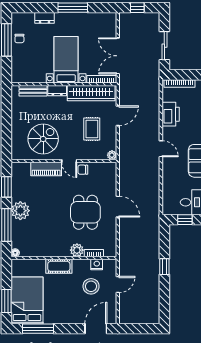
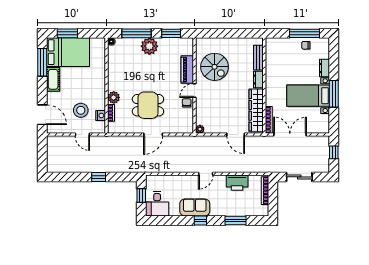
bed with nightstands: (66, 60) -> (308, 96), moved, turned 180
rug: (92, 129) -> (224, 111), removed
cot: (59, 266) -> (53, 79), moved

